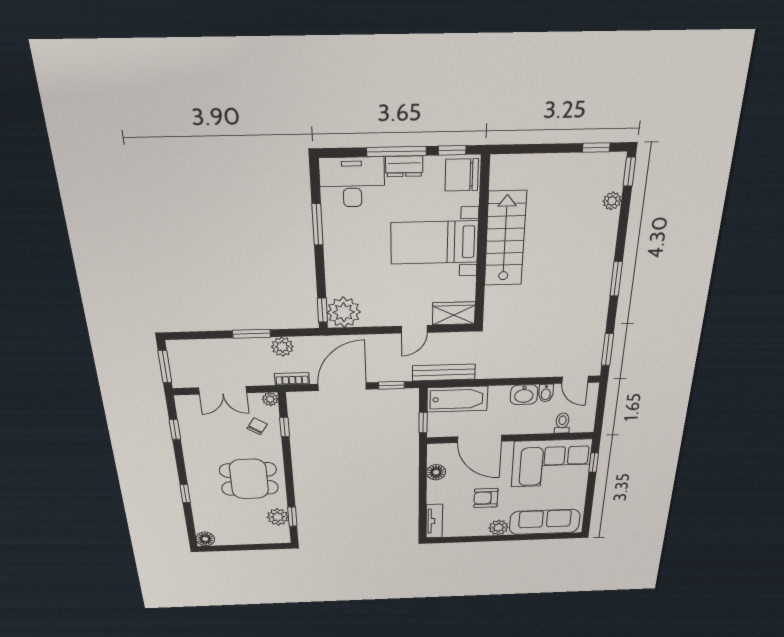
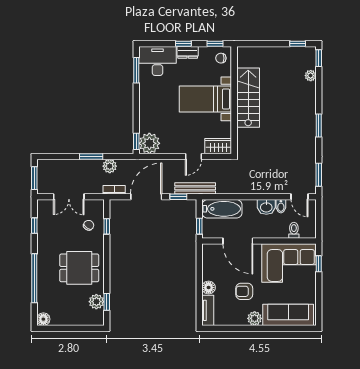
window: (397, 151) -> (183, 44), width x0.46
chair: (462, 175) -> (221, 58), width x0.54, depth x0.54
window: (317, 224) -> (136, 70), moved
bench: (444, 373) -> (195, 188), moved
plant: (270, 399) -> (99, 205), removed
floor lamp: (436, 472) -> (209, 288), moved
window: (185, 493) -> (34, 278), width x3.17

